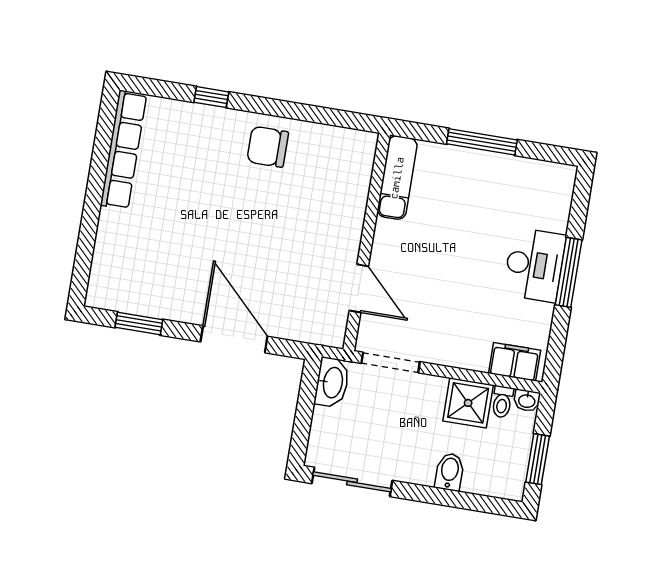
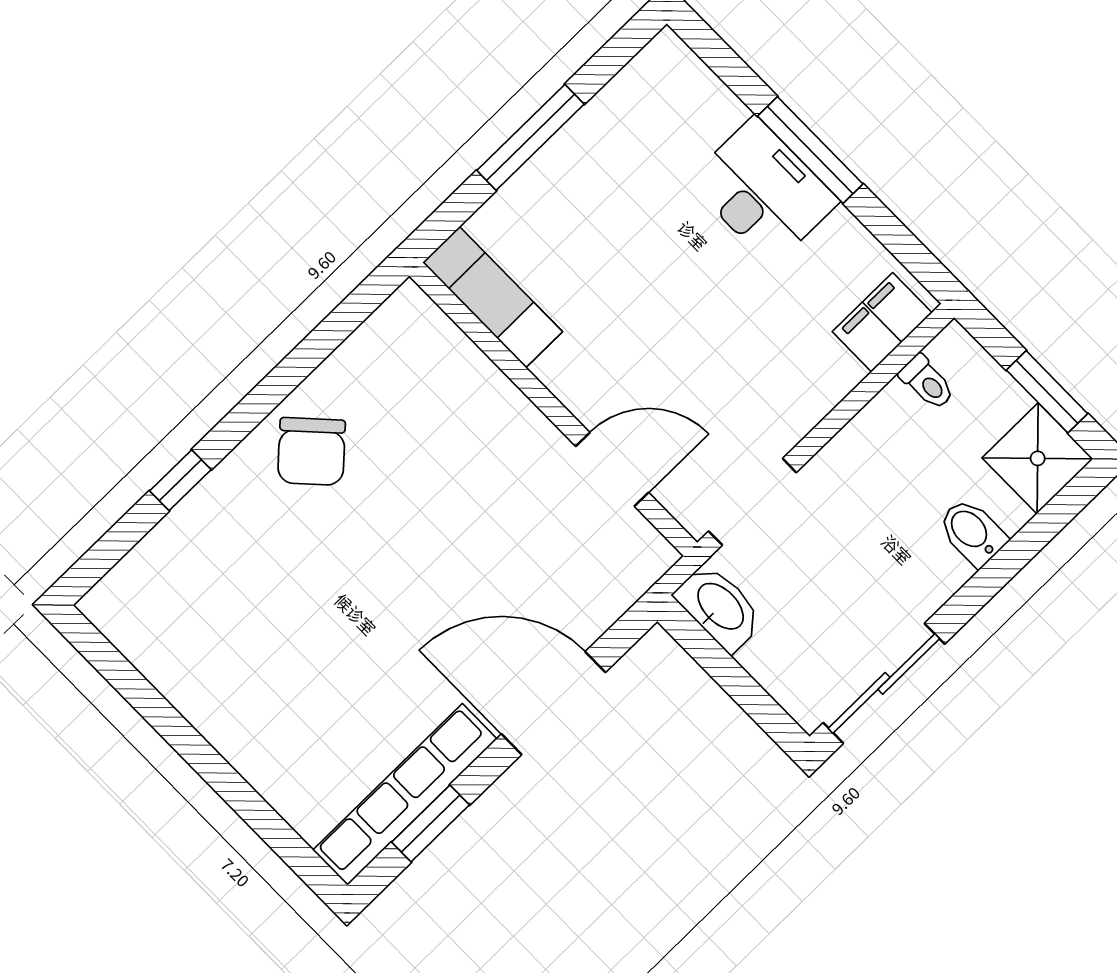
chair: (268, 147) -> (311, 451), turned -43
row of seats: (123, 150) -> (405, 794), moved, turned -90
washbasin: (527, 401) -> (951, 346), removed
shower: (468, 403) -> (1038, 458), moved

